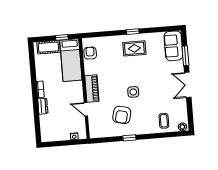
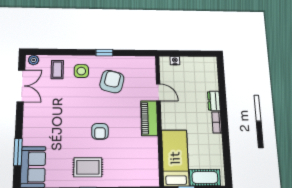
armchair: (90, 53) -> (100, 131), moved
double door: (188, 85) -> (21, 86), moved
side table: (133, 92) -> (81, 71), moved

